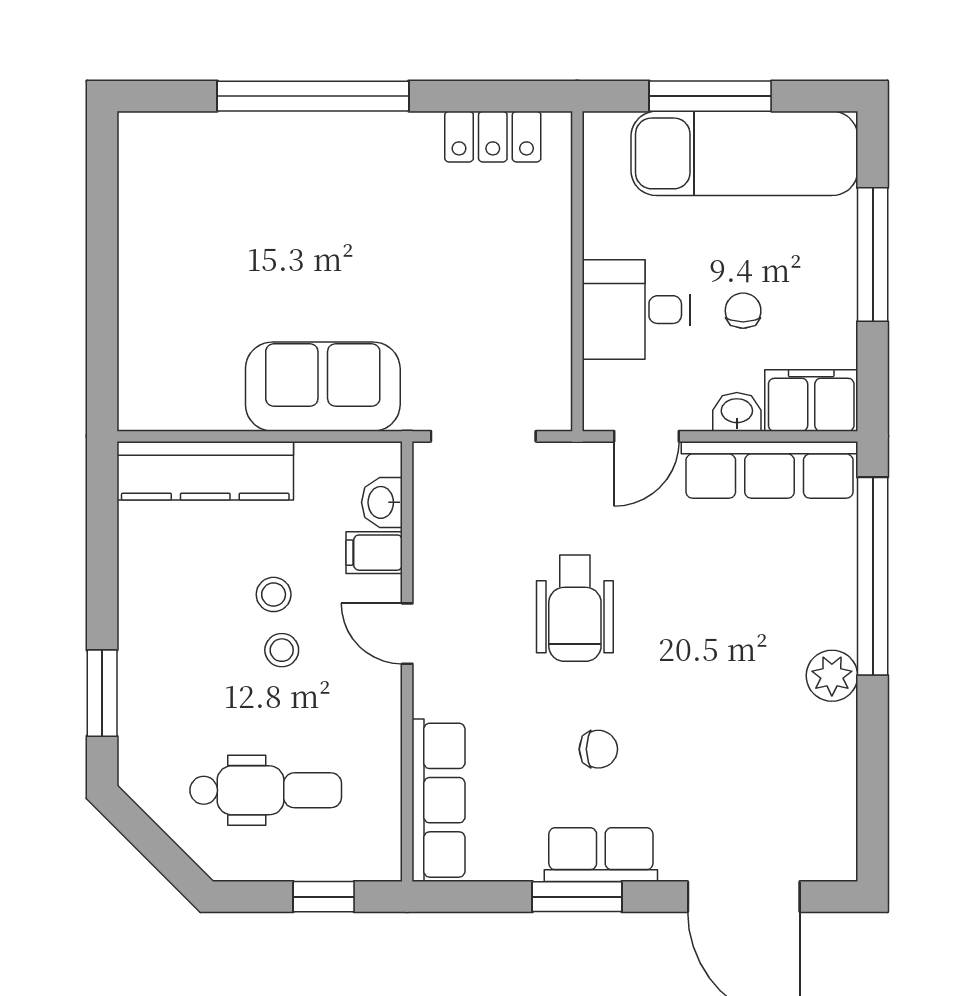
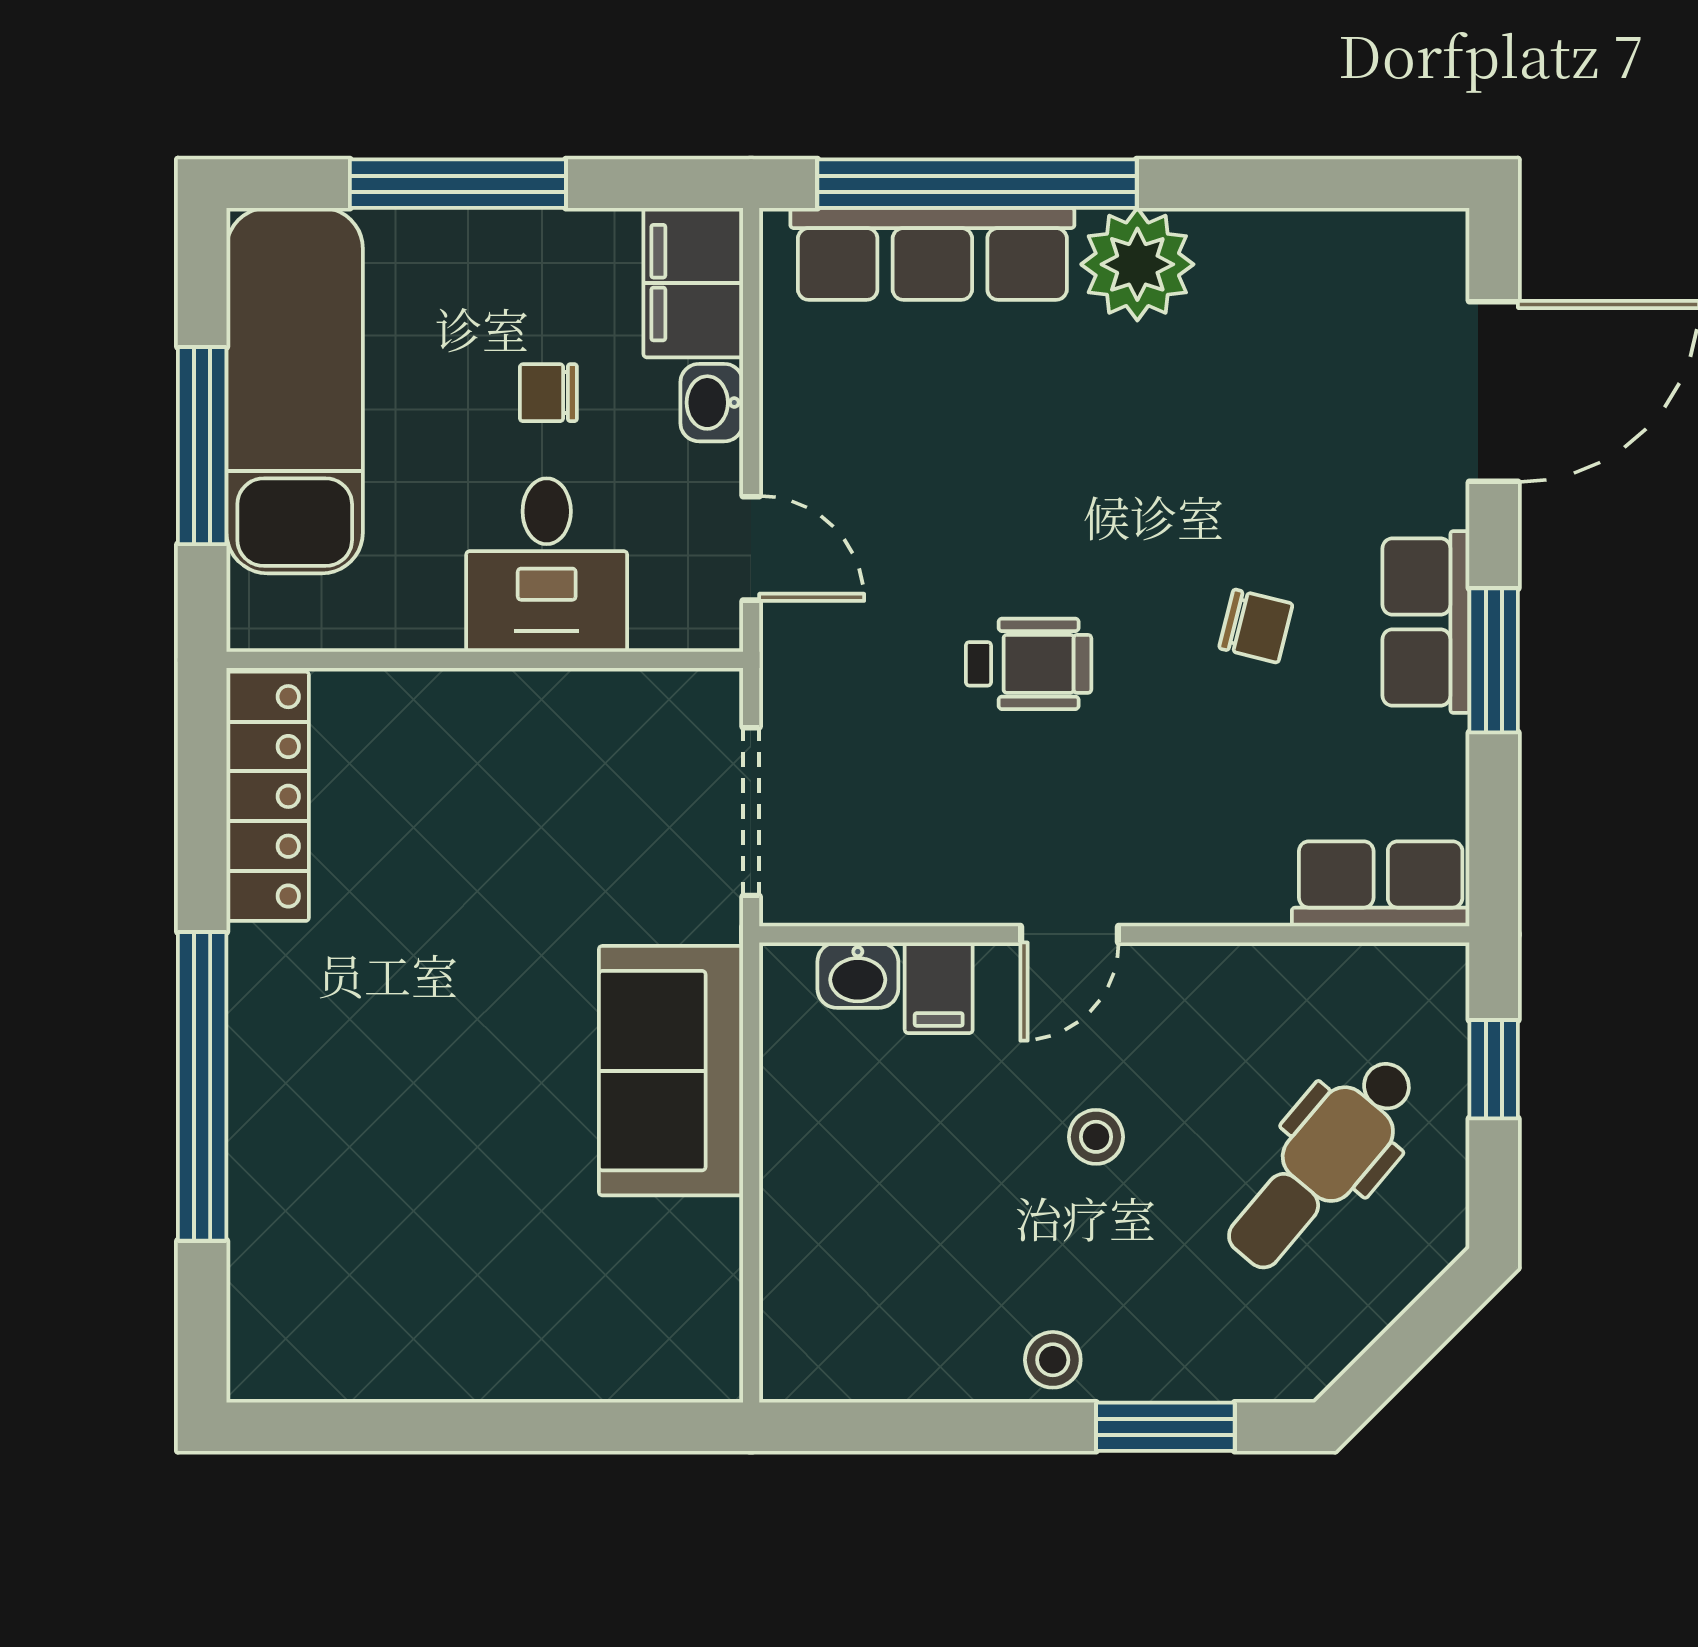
locker: (493, 137) -> (268, 796), width x1.53
row of seats: (769, 470) -> (932, 254), moved, turned 90
kitchen counter: (205, 471) -> (807, 1260), removed
stool: (274, 594) -> (1053, 1360), moved
wheelchair: (575, 608) -> (1029, 664), width x0.73, depth x0.73
plant: (832, 676) -> (1137, 264), width x1.36, depth x1.36
chair: (598, 749) -> (1256, 626), turned 104
dental chair: (266, 790) -> (1322, 1163), turned -140
row of seats: (439, 800) -> (1381, 884), width x0.68

